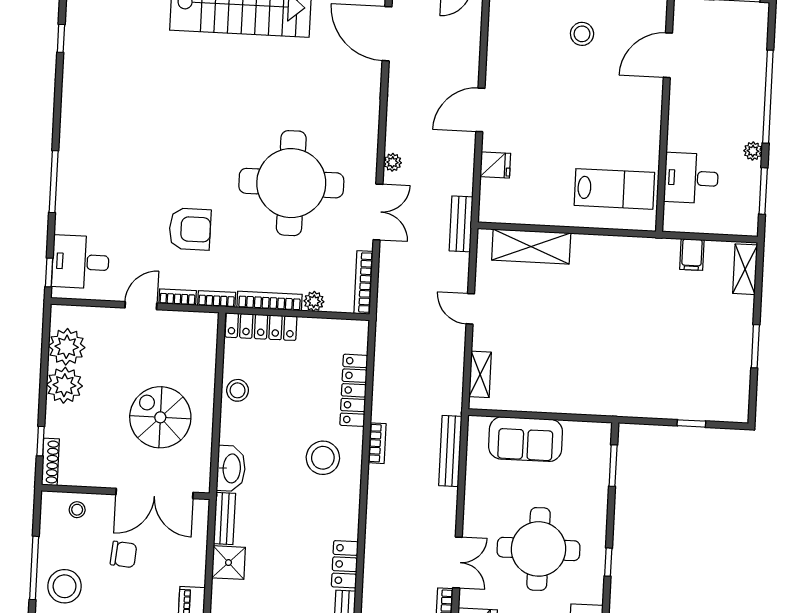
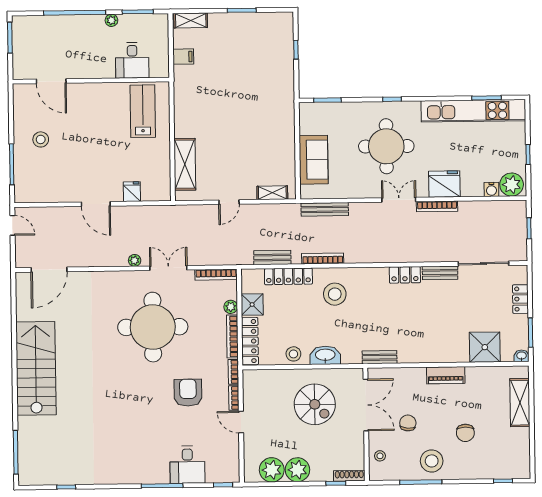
bench: (461, 224) -> (272, 258), moved
desk: (80, 262) -> (187, 465), moved
spiral stairs: (160, 417) -> (315, 404), turned -90
bookcase: (377, 443) -> (323, 259), width x1.56
washbasin: (231, 468) -> (325, 355), moved
shower: (228, 563) -> (252, 305), moved

